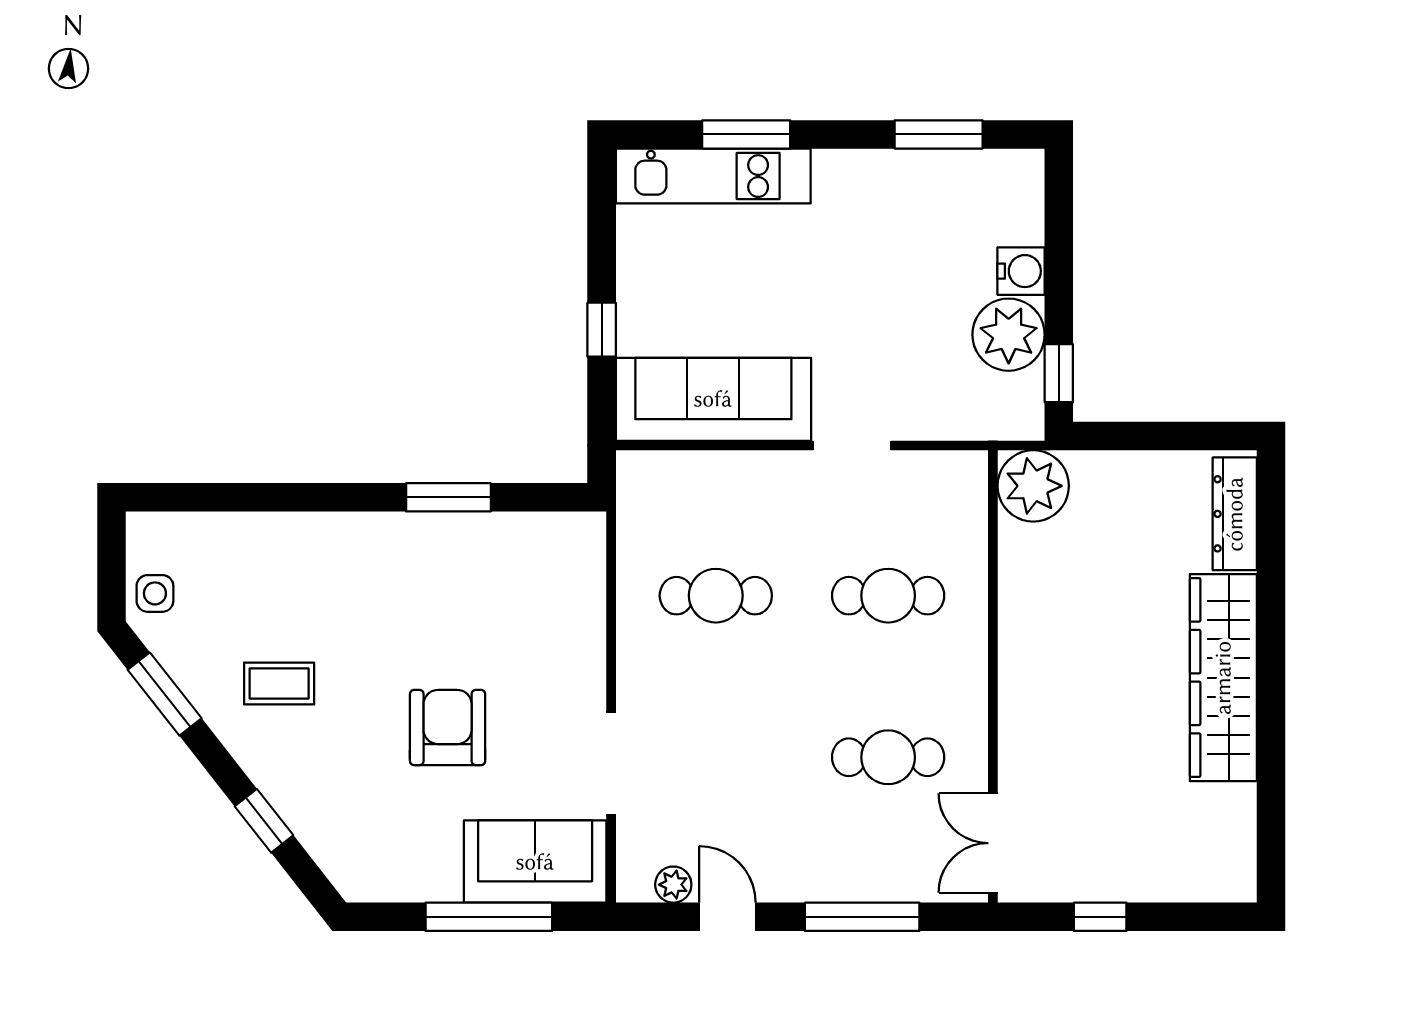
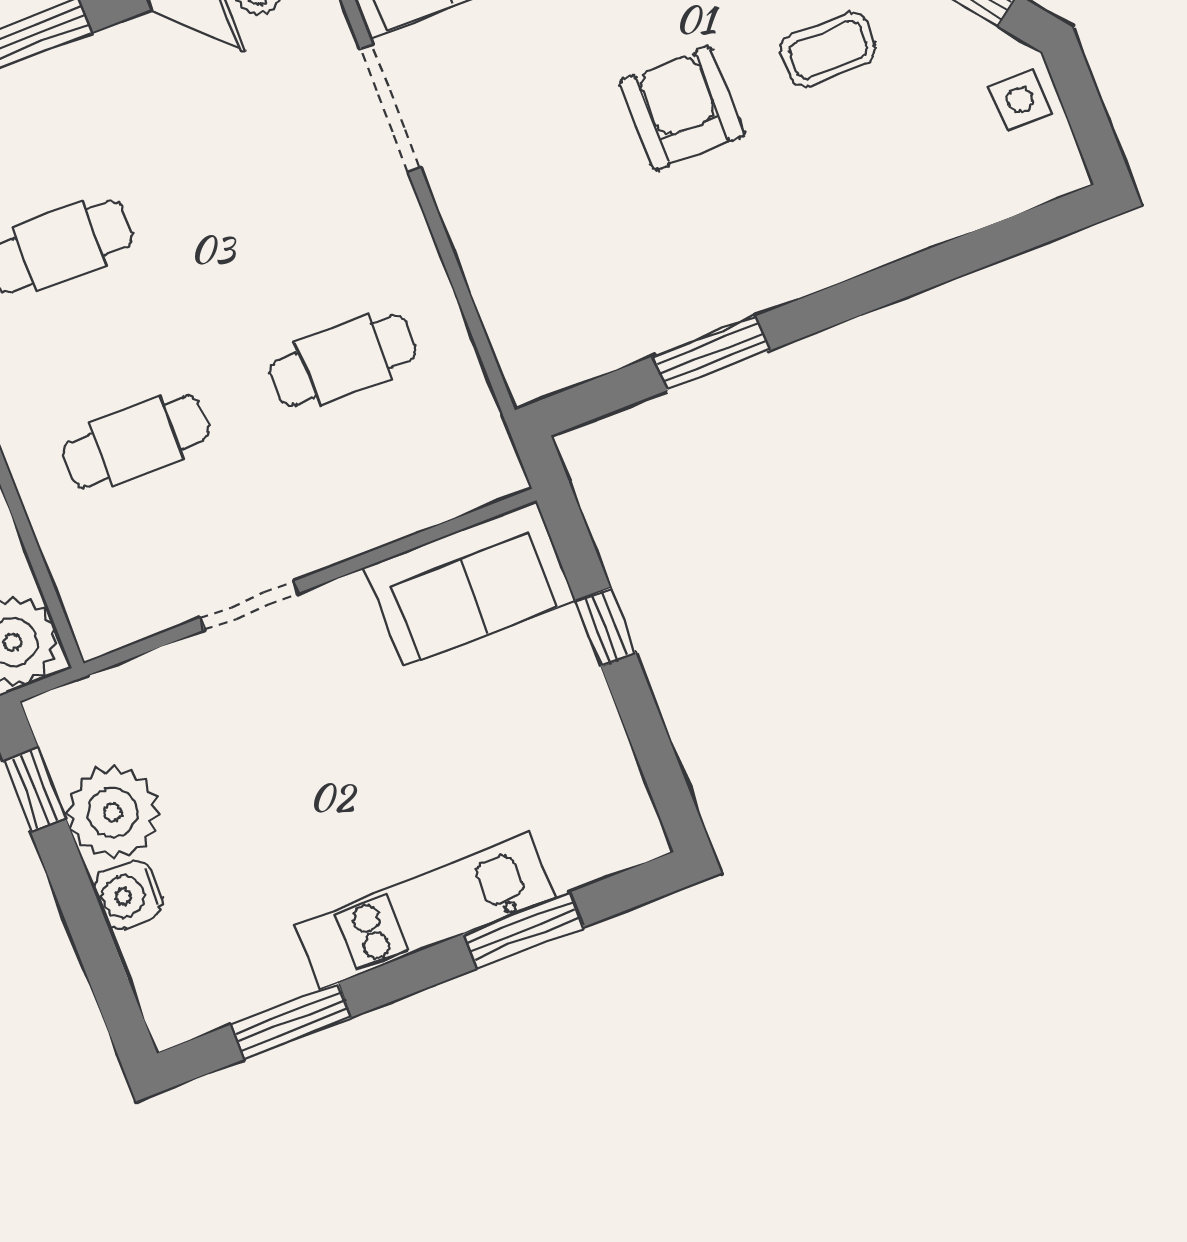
kitchen unit: (713, 176) -> (425, 911), moved
sofa: (713, 399) -> (470, 584), width x0.73
armchair: (448, 728) -> (682, 109), moved, turned 180

